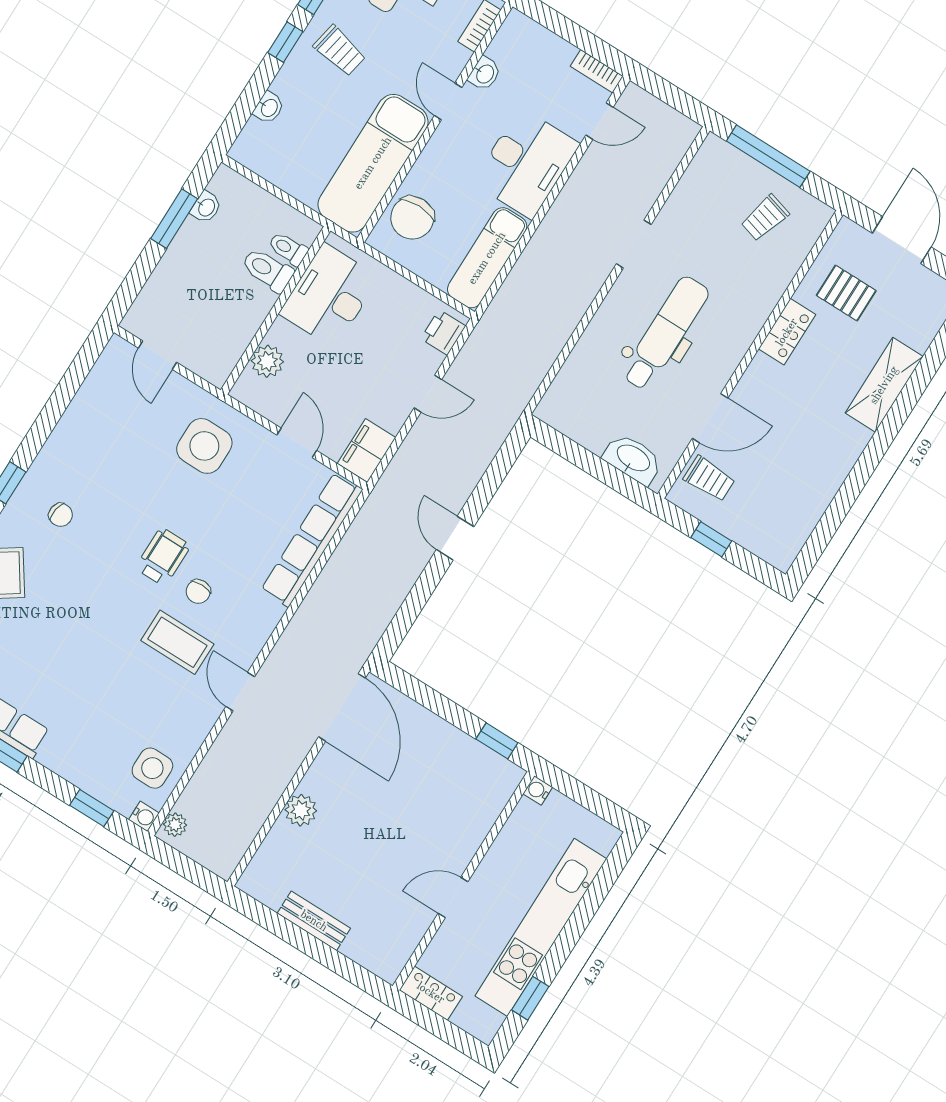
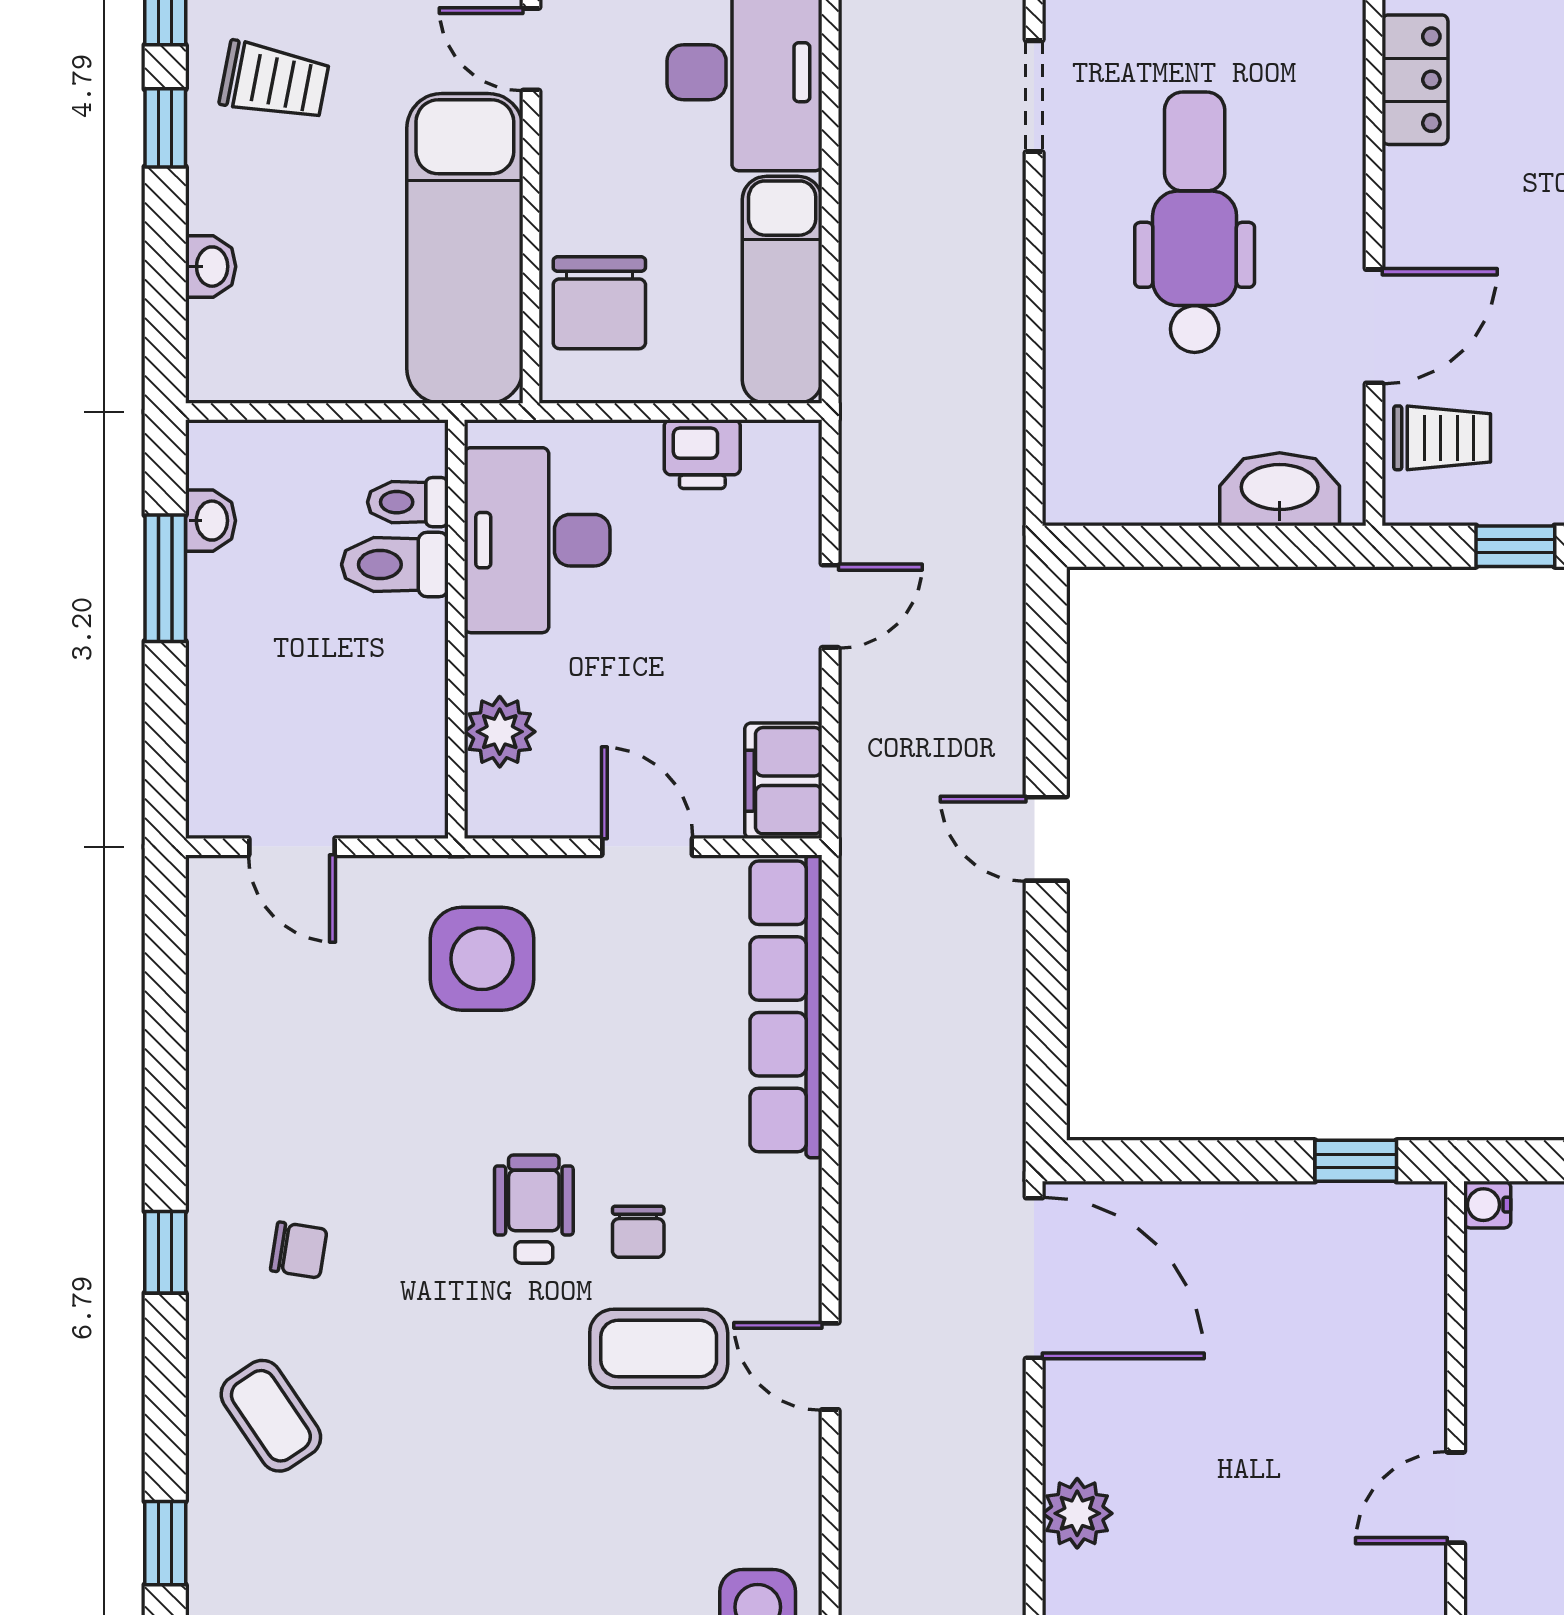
printer: (443, 332) -> (702, 454), moved, turned -90

